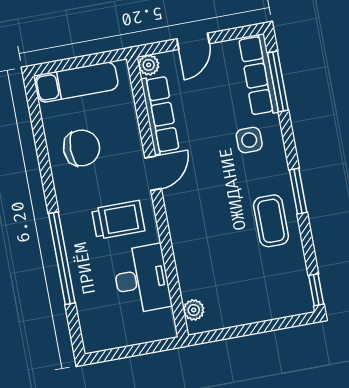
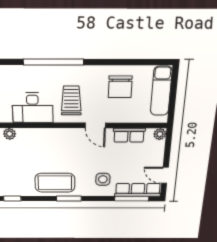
door: (193, 41) -> (165, 175), moved
row of seats: (160, 115) -> (129, 135), width x0.68
trolley: (118, 220) -> (71, 101), turned 180
coffee table: (271, 221) -> (55, 183), width x1.36, depth x1.32

